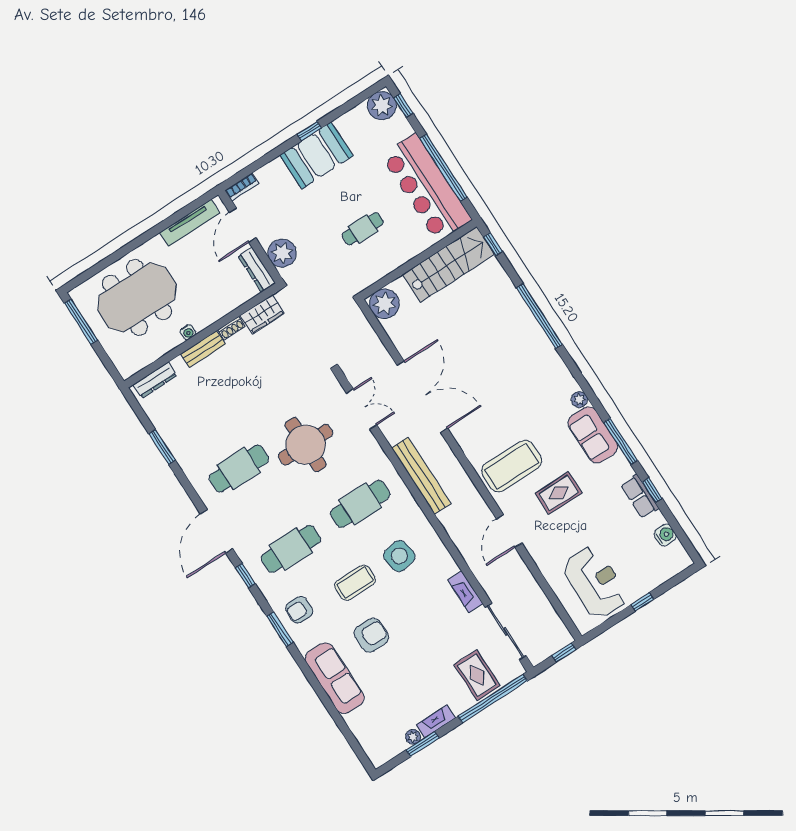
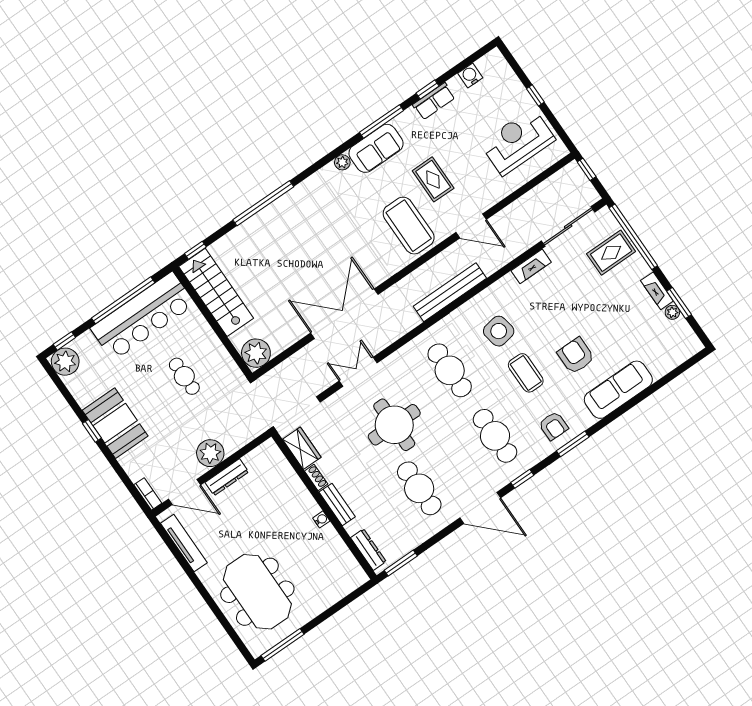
wardrobe: (262, 314) -> (302, 448), moved
shoe rack: (232, 328) -> (316, 477), moved
water cooler: (188, 332) -> (321, 519), moved
wall: (202, 335) -> (324, 506), moved
bench: (203, 349) -> (337, 504), moved
dresser: (155, 380) -> (368, 550), moved
bench: (421, 476) -> (450, 292), moved

